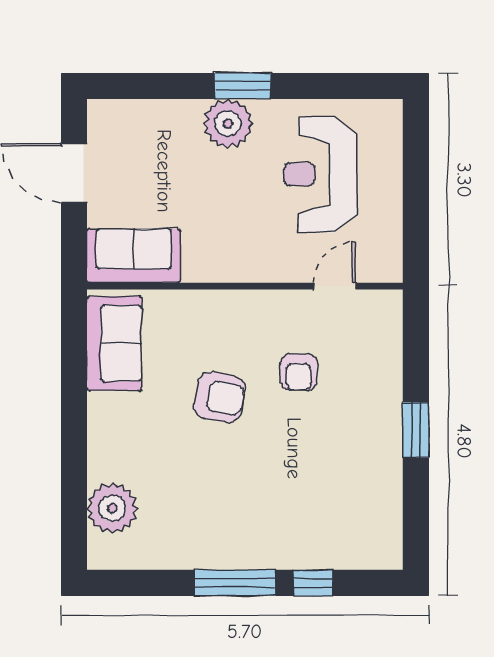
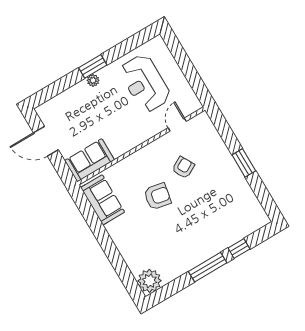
plant: (228, 124) -> (93, 80), width x0.53, depth x0.53
armchair: (299, 372) -> (183, 168), turned -119
plant: (112, 508) -> (150, 281), moved

